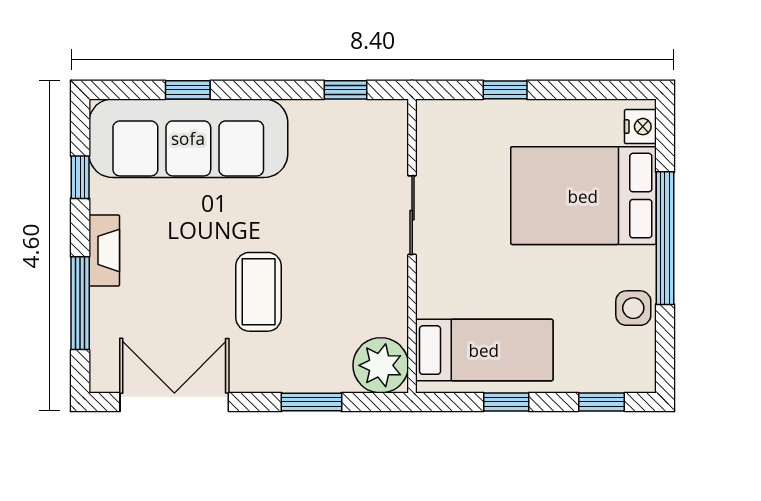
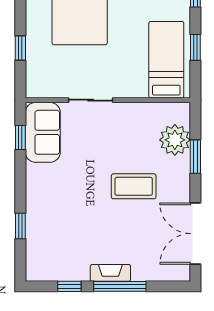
sofa: (188, 138) -> (43, 132), moved, width x0.54, depth x0.79
window: (80, 303) -> (120, 286), moved
plant: (381, 365) -> (175, 140), moved

